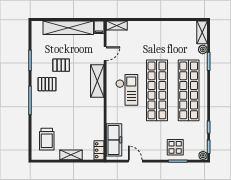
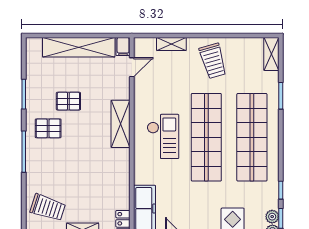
shelving: (117, 25) -> (171, 44), moved
trolley: (162, 37) -> (213, 61), added
plant: (203, 49) -> (272, 217), moved
door: (105, 54) -> (132, 67), moved
trolley: (47, 139) -> (48, 208), turned -72

